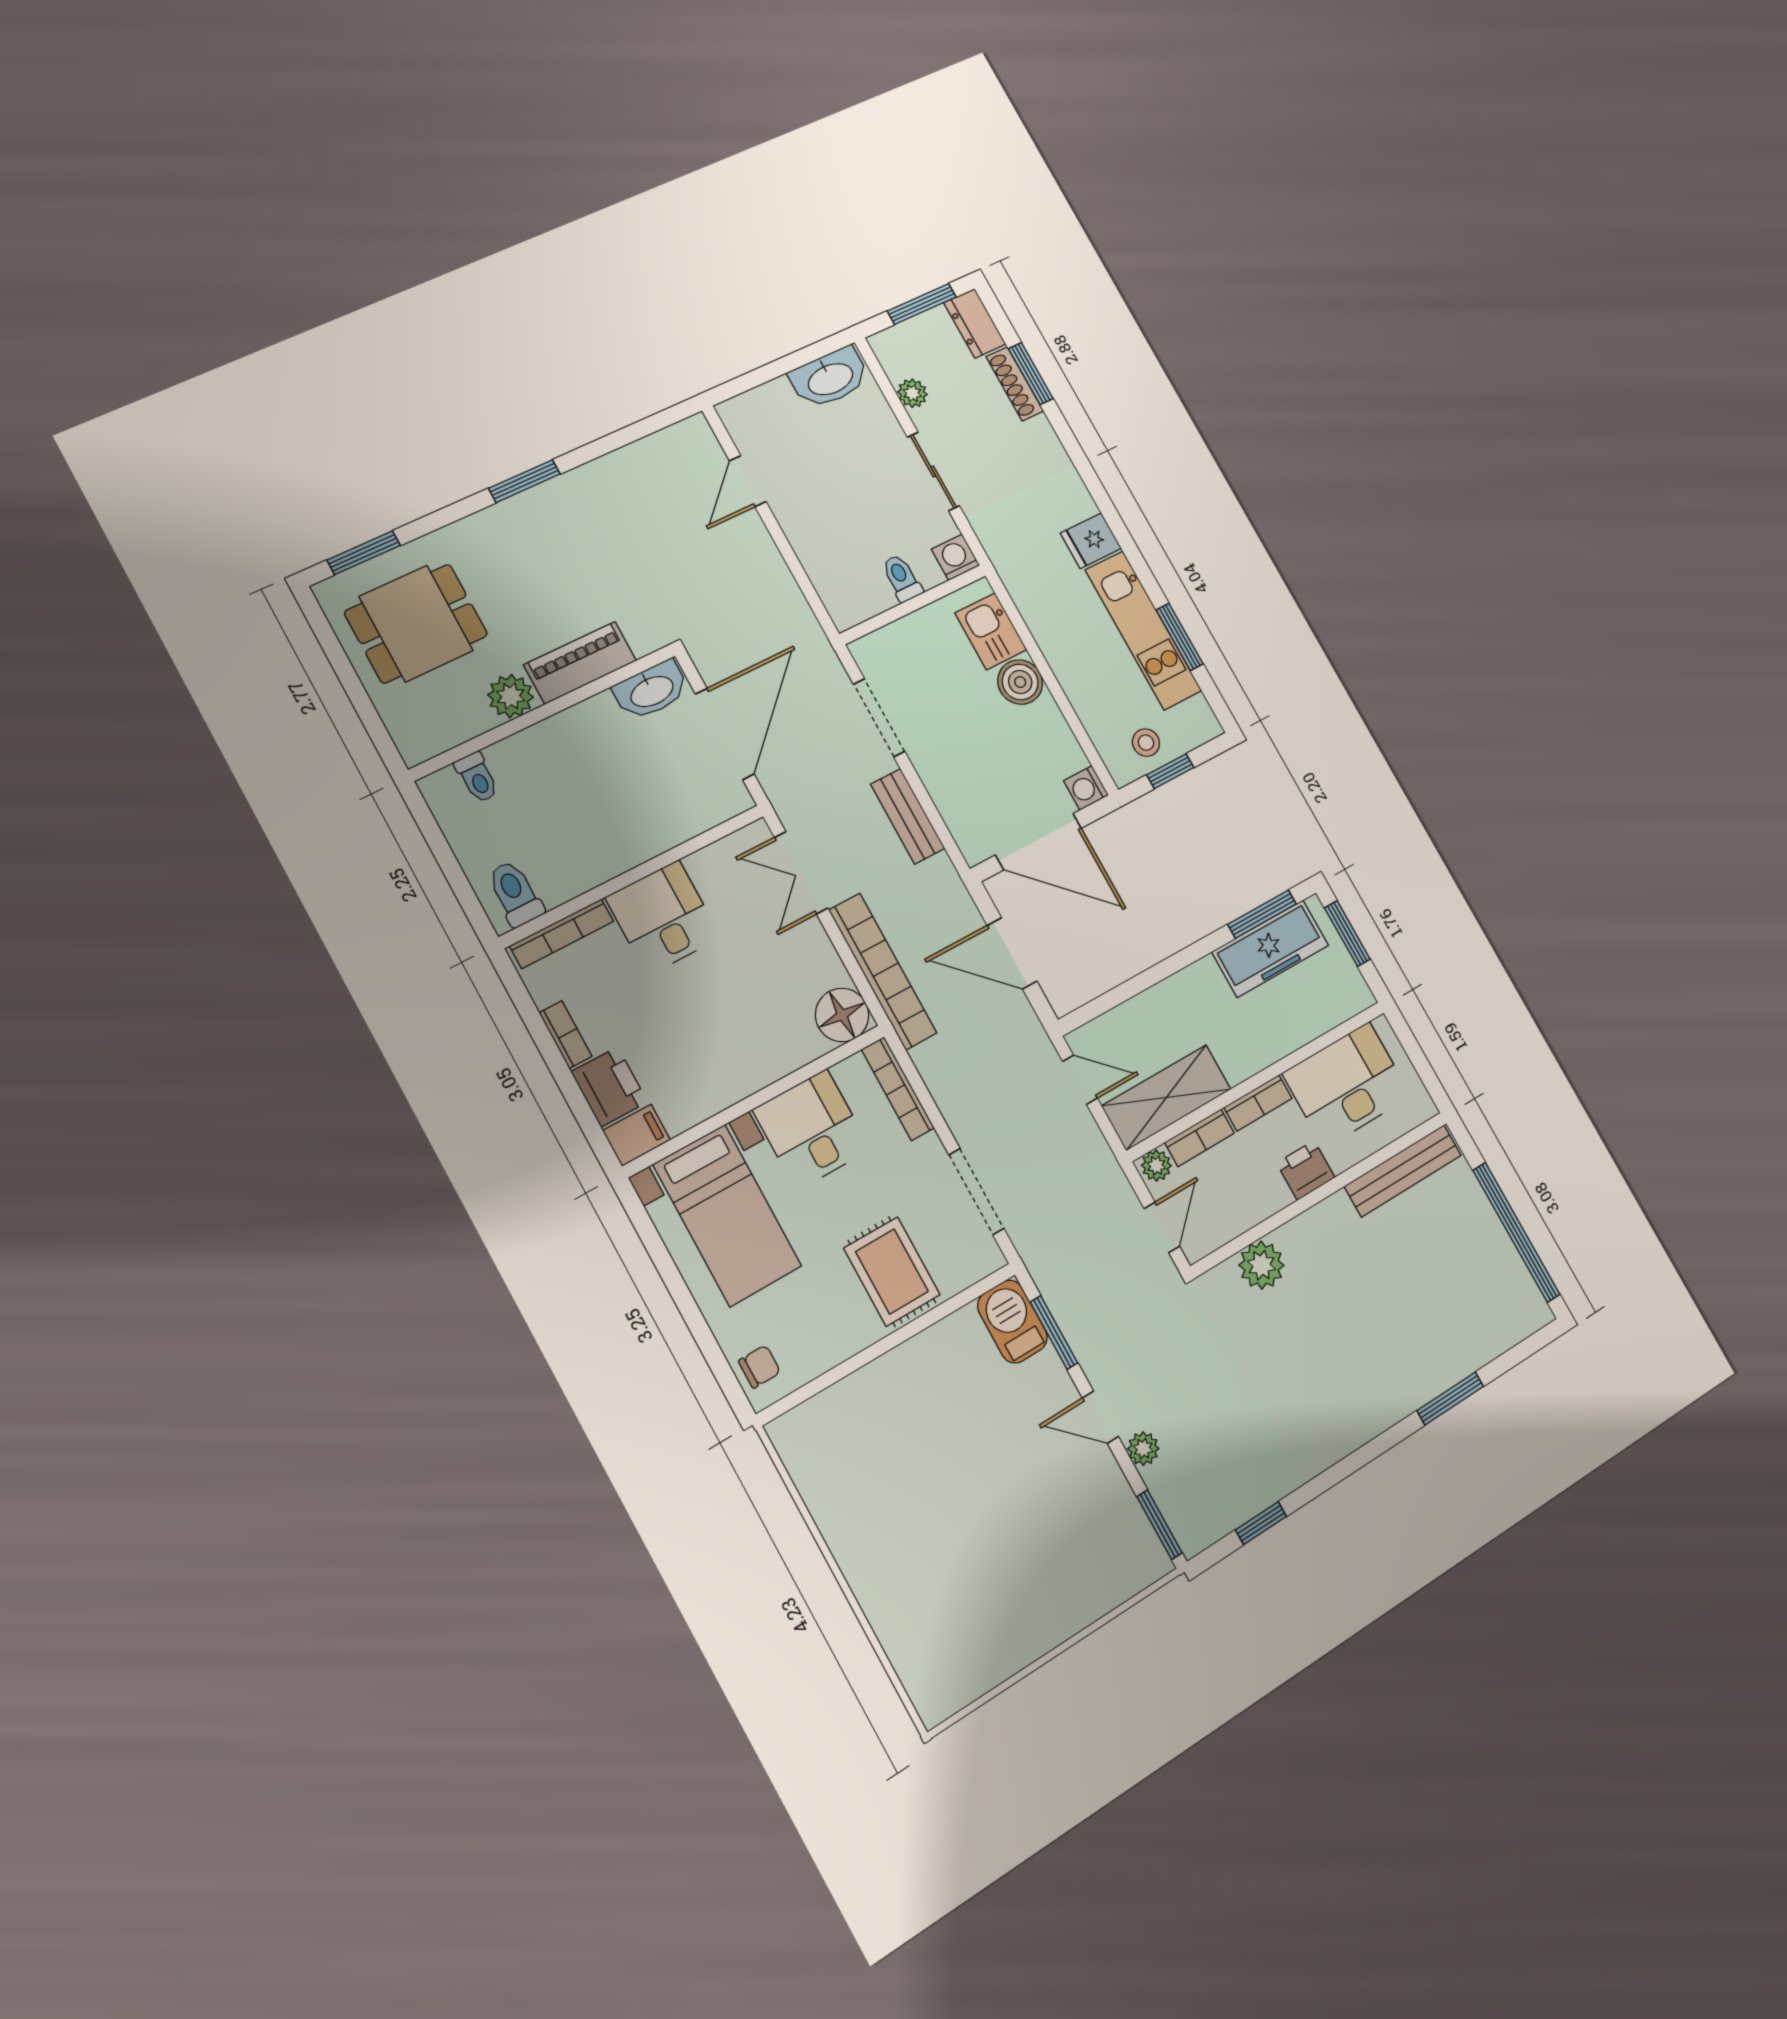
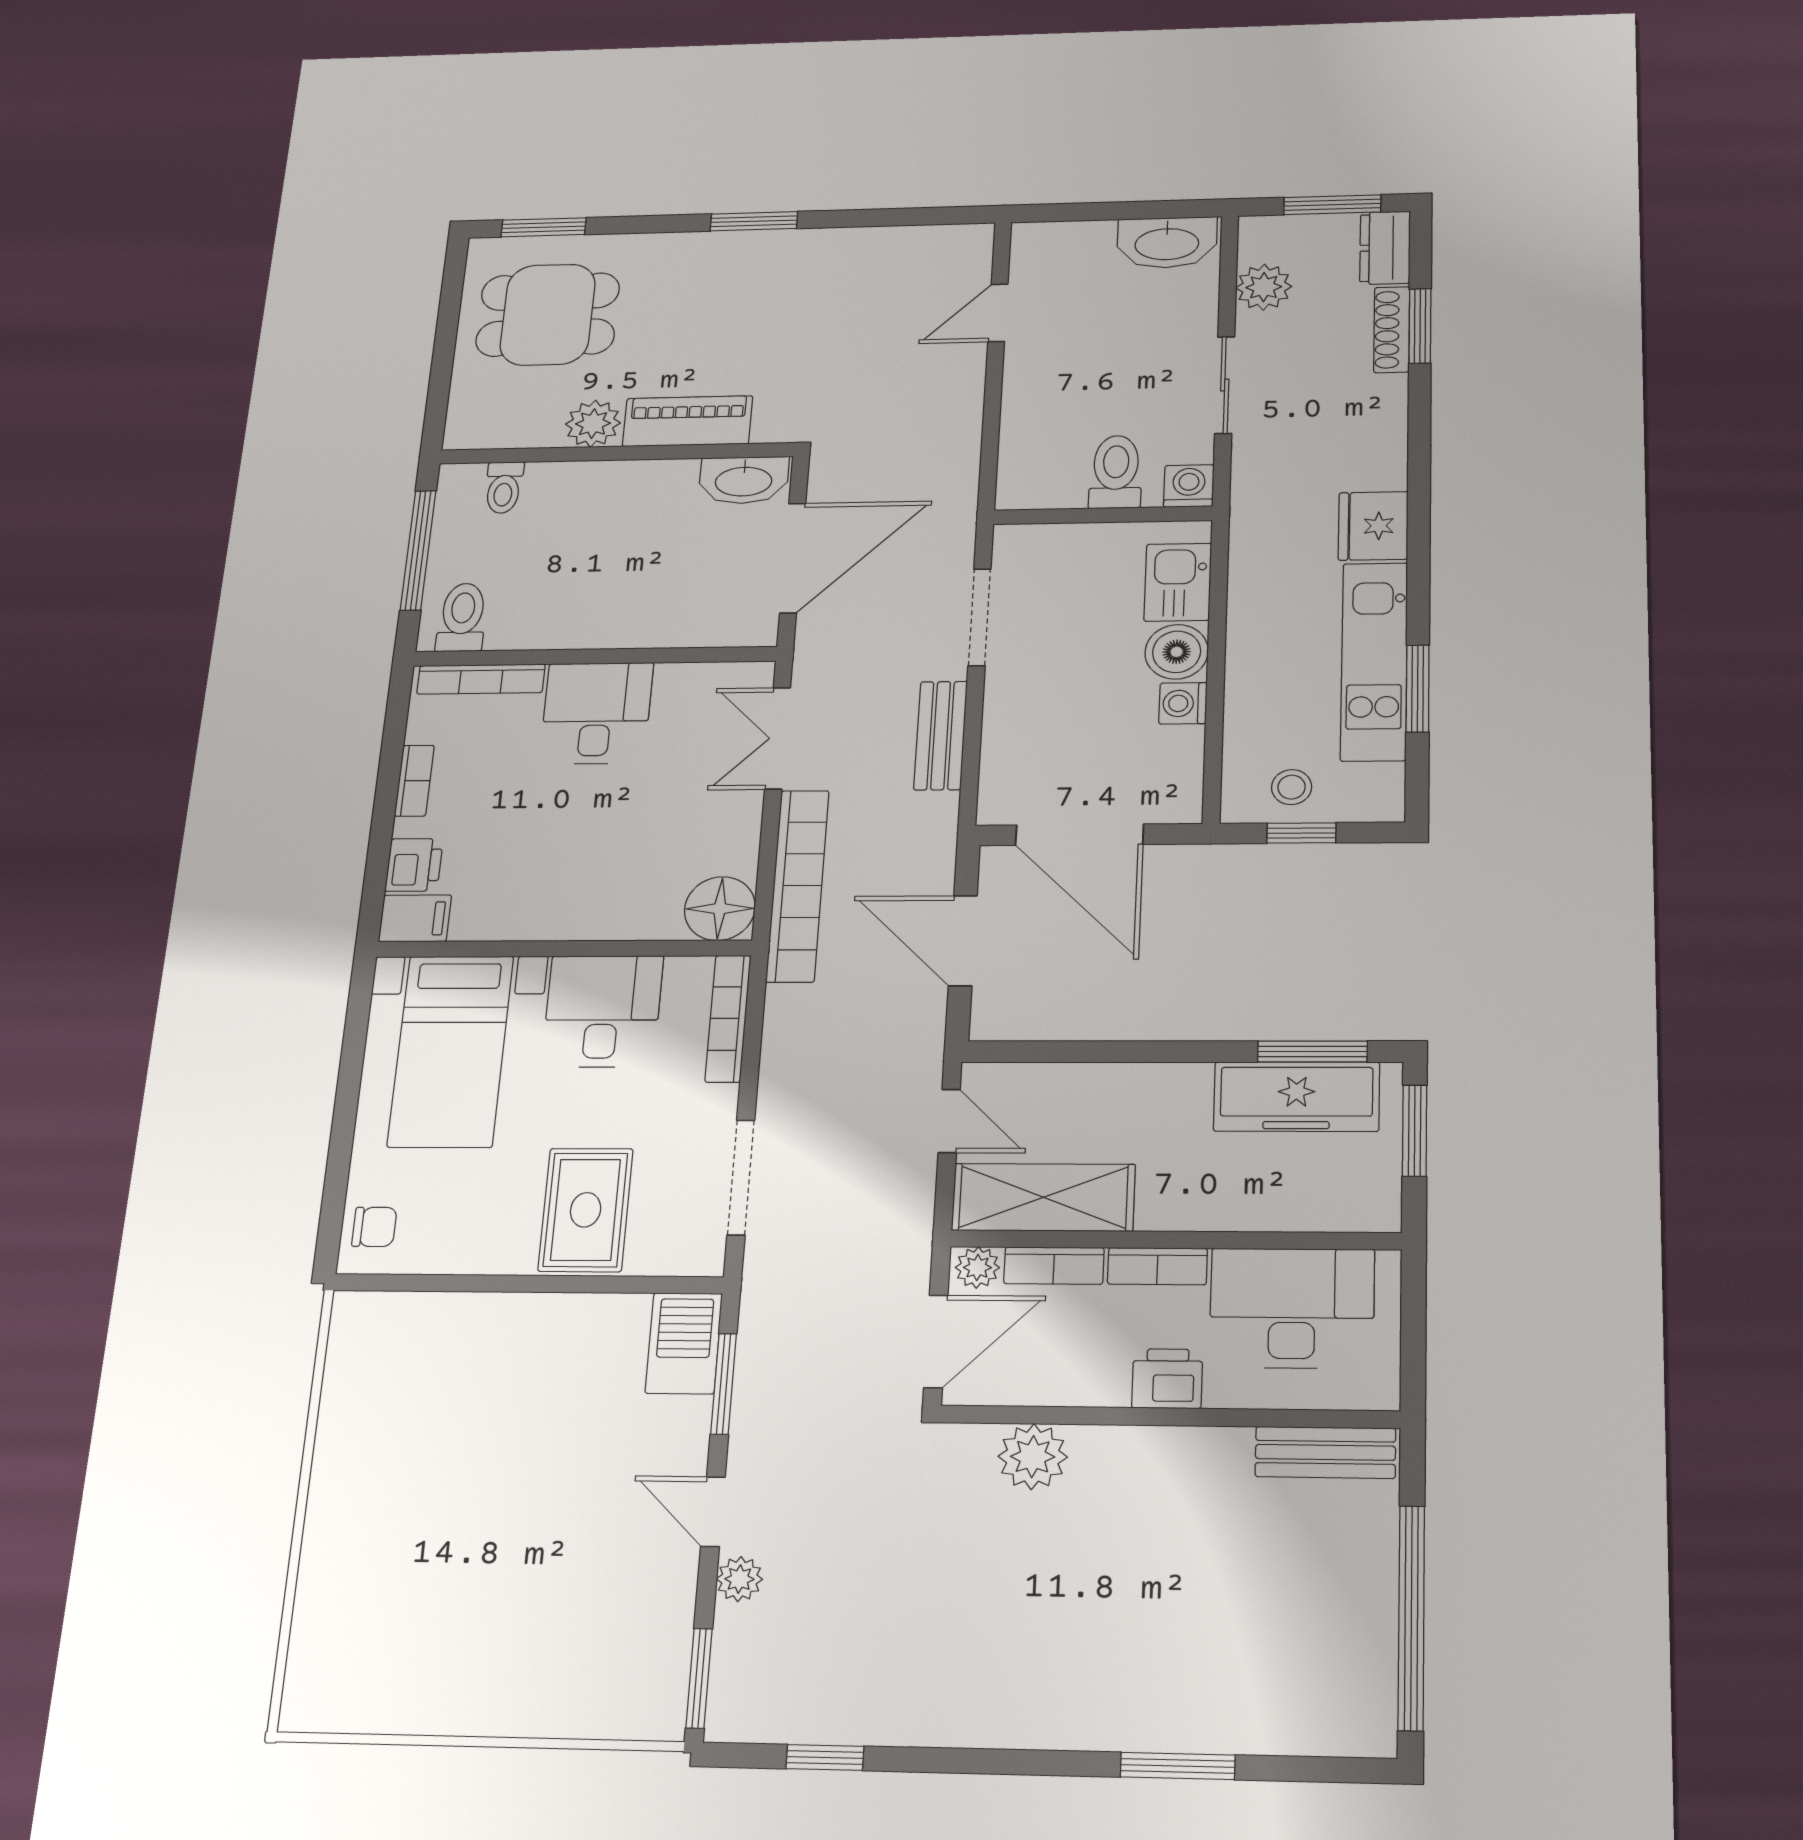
plant: (912, 393) -> (1264, 287), width x1.38, depth x1.38
fridge: (1091, 541) -> (1373, 526), width x1.38
toilet: (902, 578) -> (1116, 472), width x1.37, depth x1.39
washing machine: (1086, 788) -> (1183, 703), moved
window: (445, 857) -> (418, 550), added
printer: (609, 1087) -> (414, 865), width x0.73, depth x0.81
bench: (1403, 1171) -> (1325, 1452), width x0.73
door: (1162, 1227) -> (936, 1341), width x1.38

